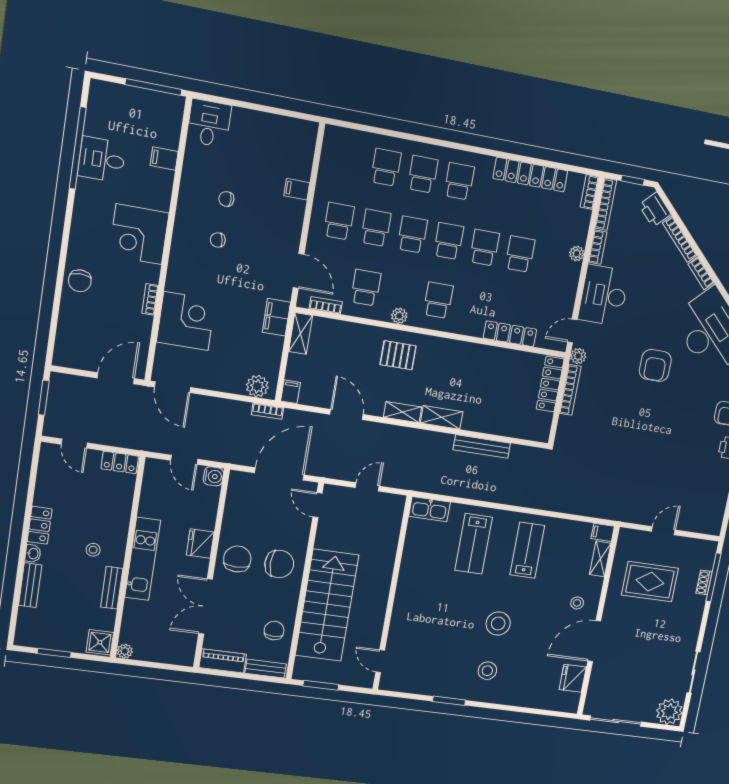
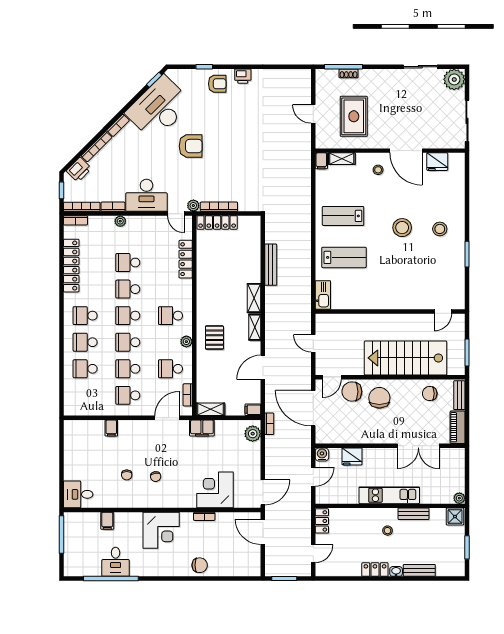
fridge: (200, 544) -> (352, 456), moved
chair: (237, 559) -> (352, 392), moved

